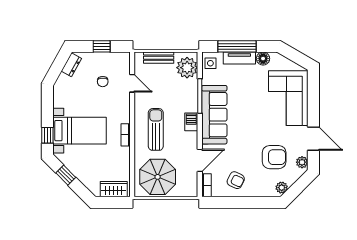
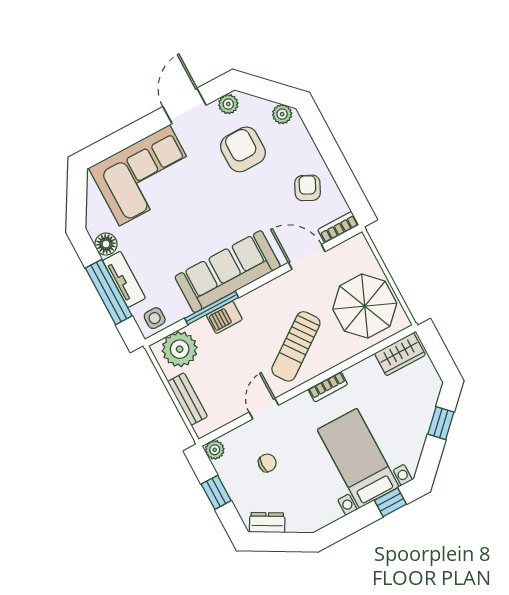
plant: (124, 58) -> (215, 450), added
door: (132, 83) -> (264, 409), moved
barbecue: (191, 122) -> (224, 317), moved
sun lounger: (156, 129) -> (296, 346), turned -36
window: (66, 175) -> (441, 423), moved
wardrobe: (114, 189) -> (400, 354), moved, turned -90

